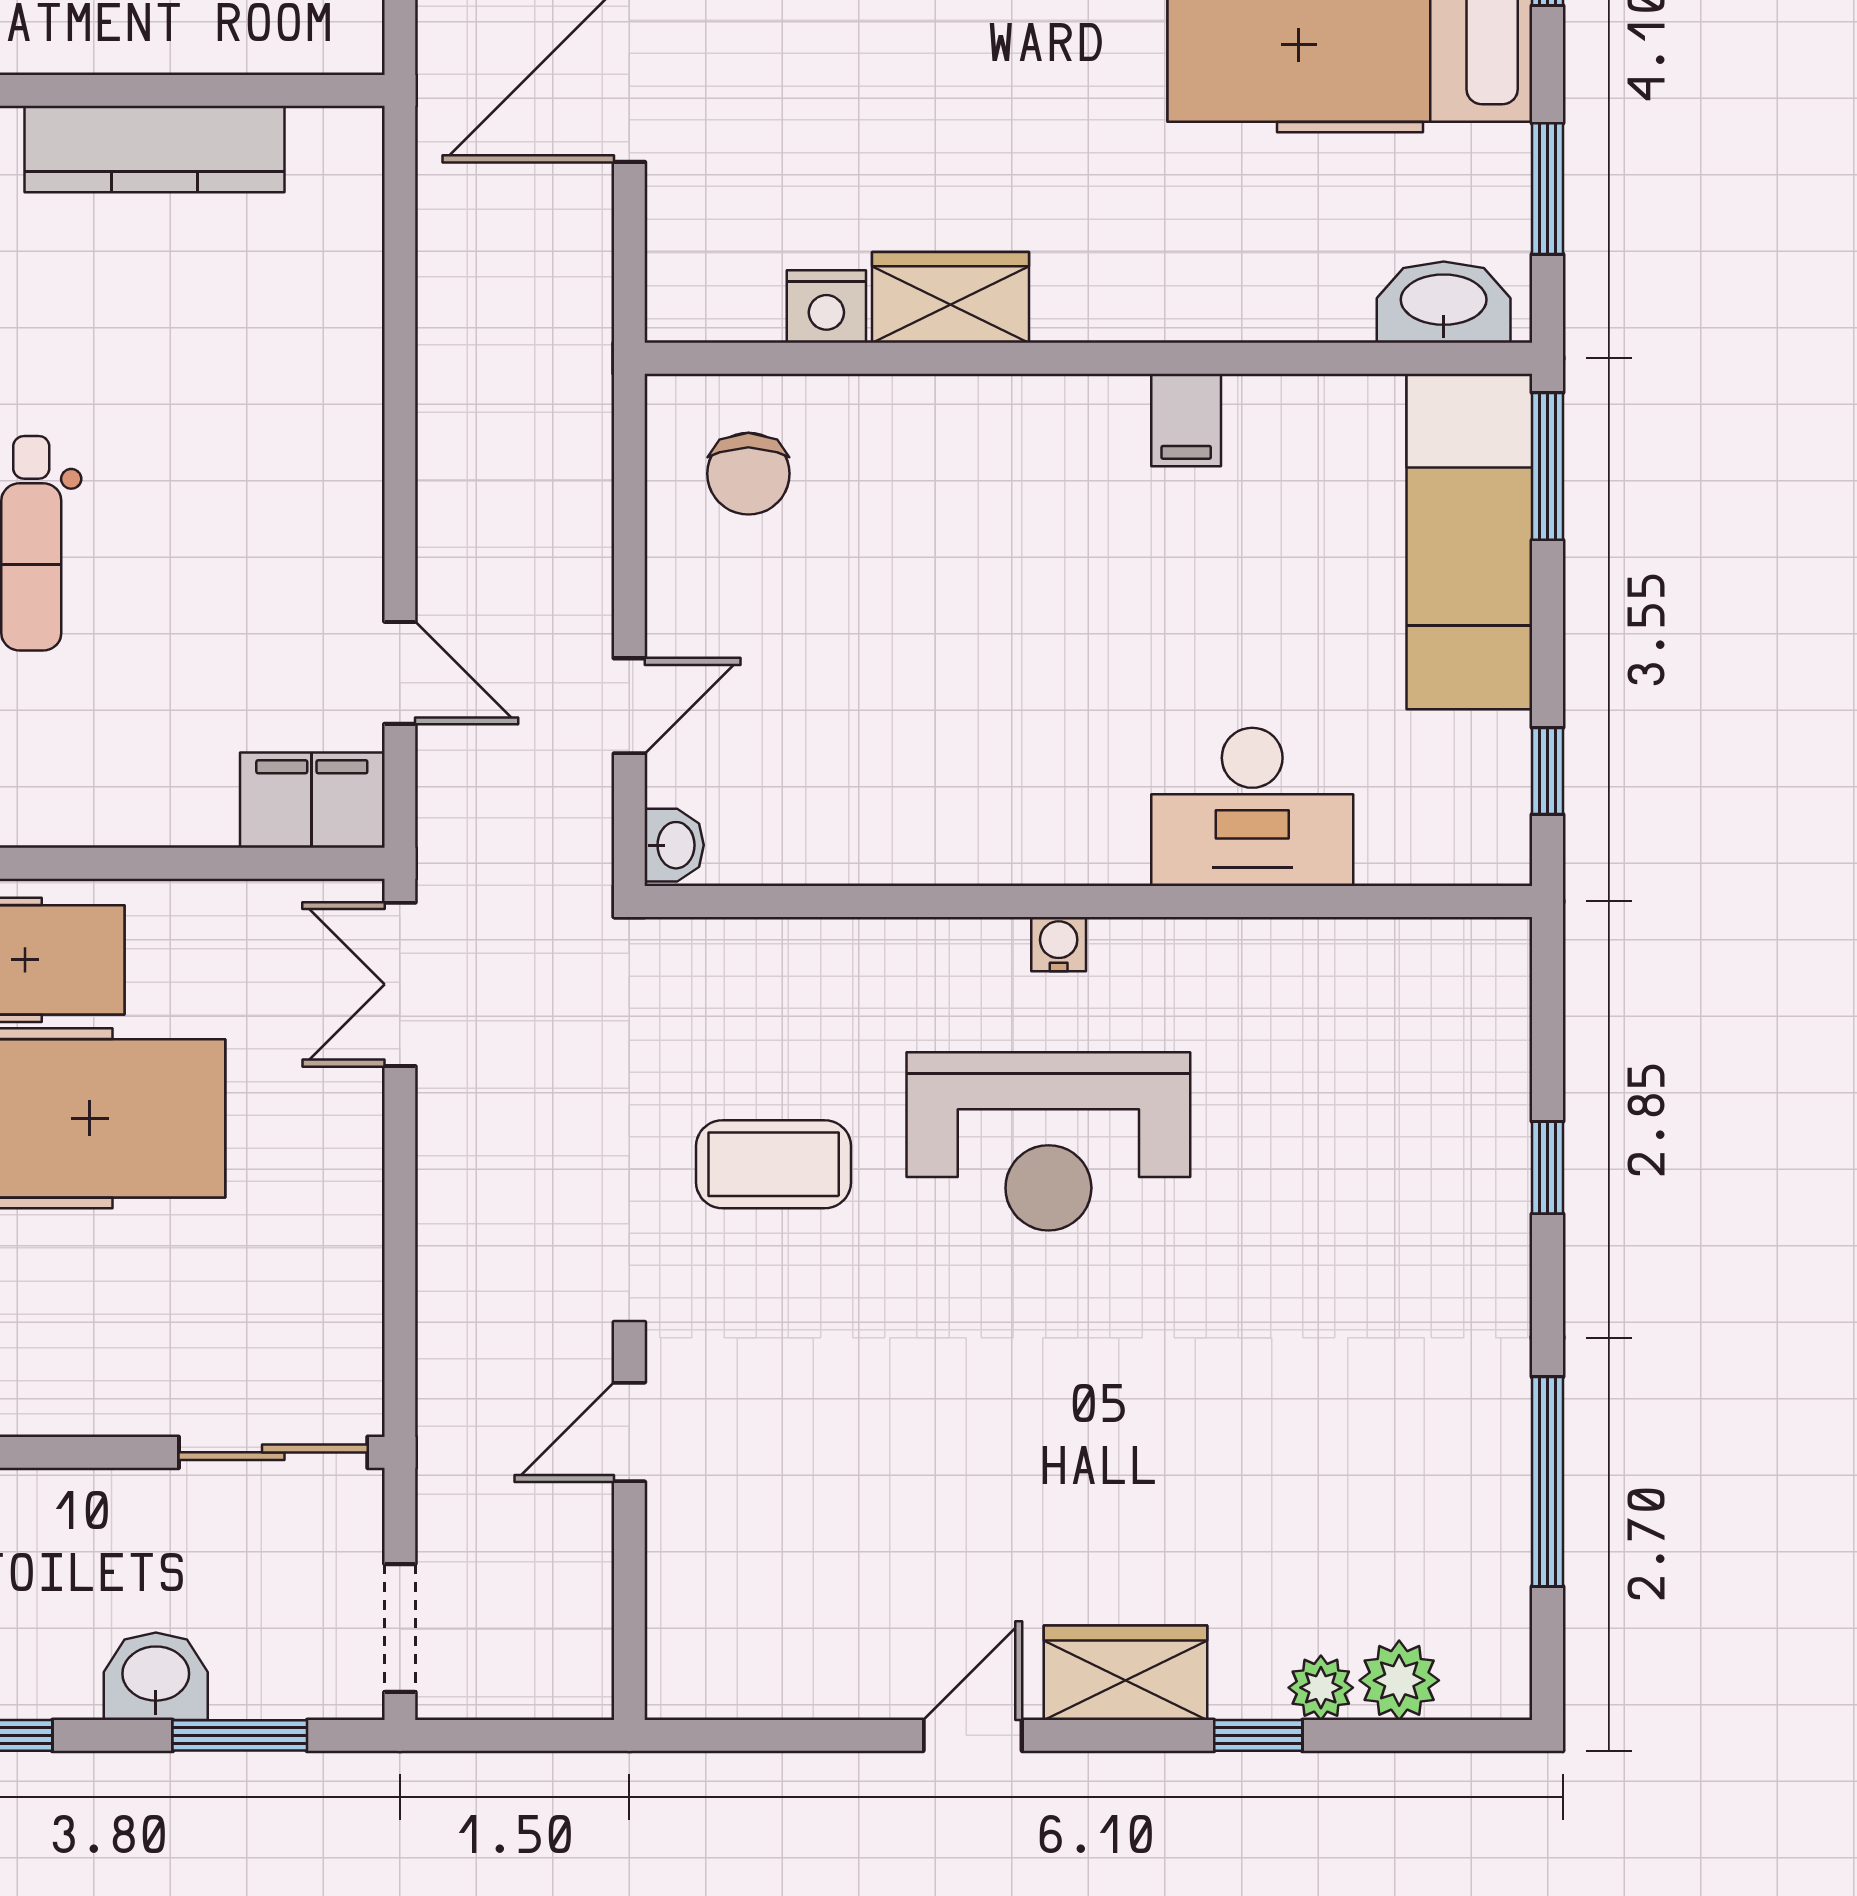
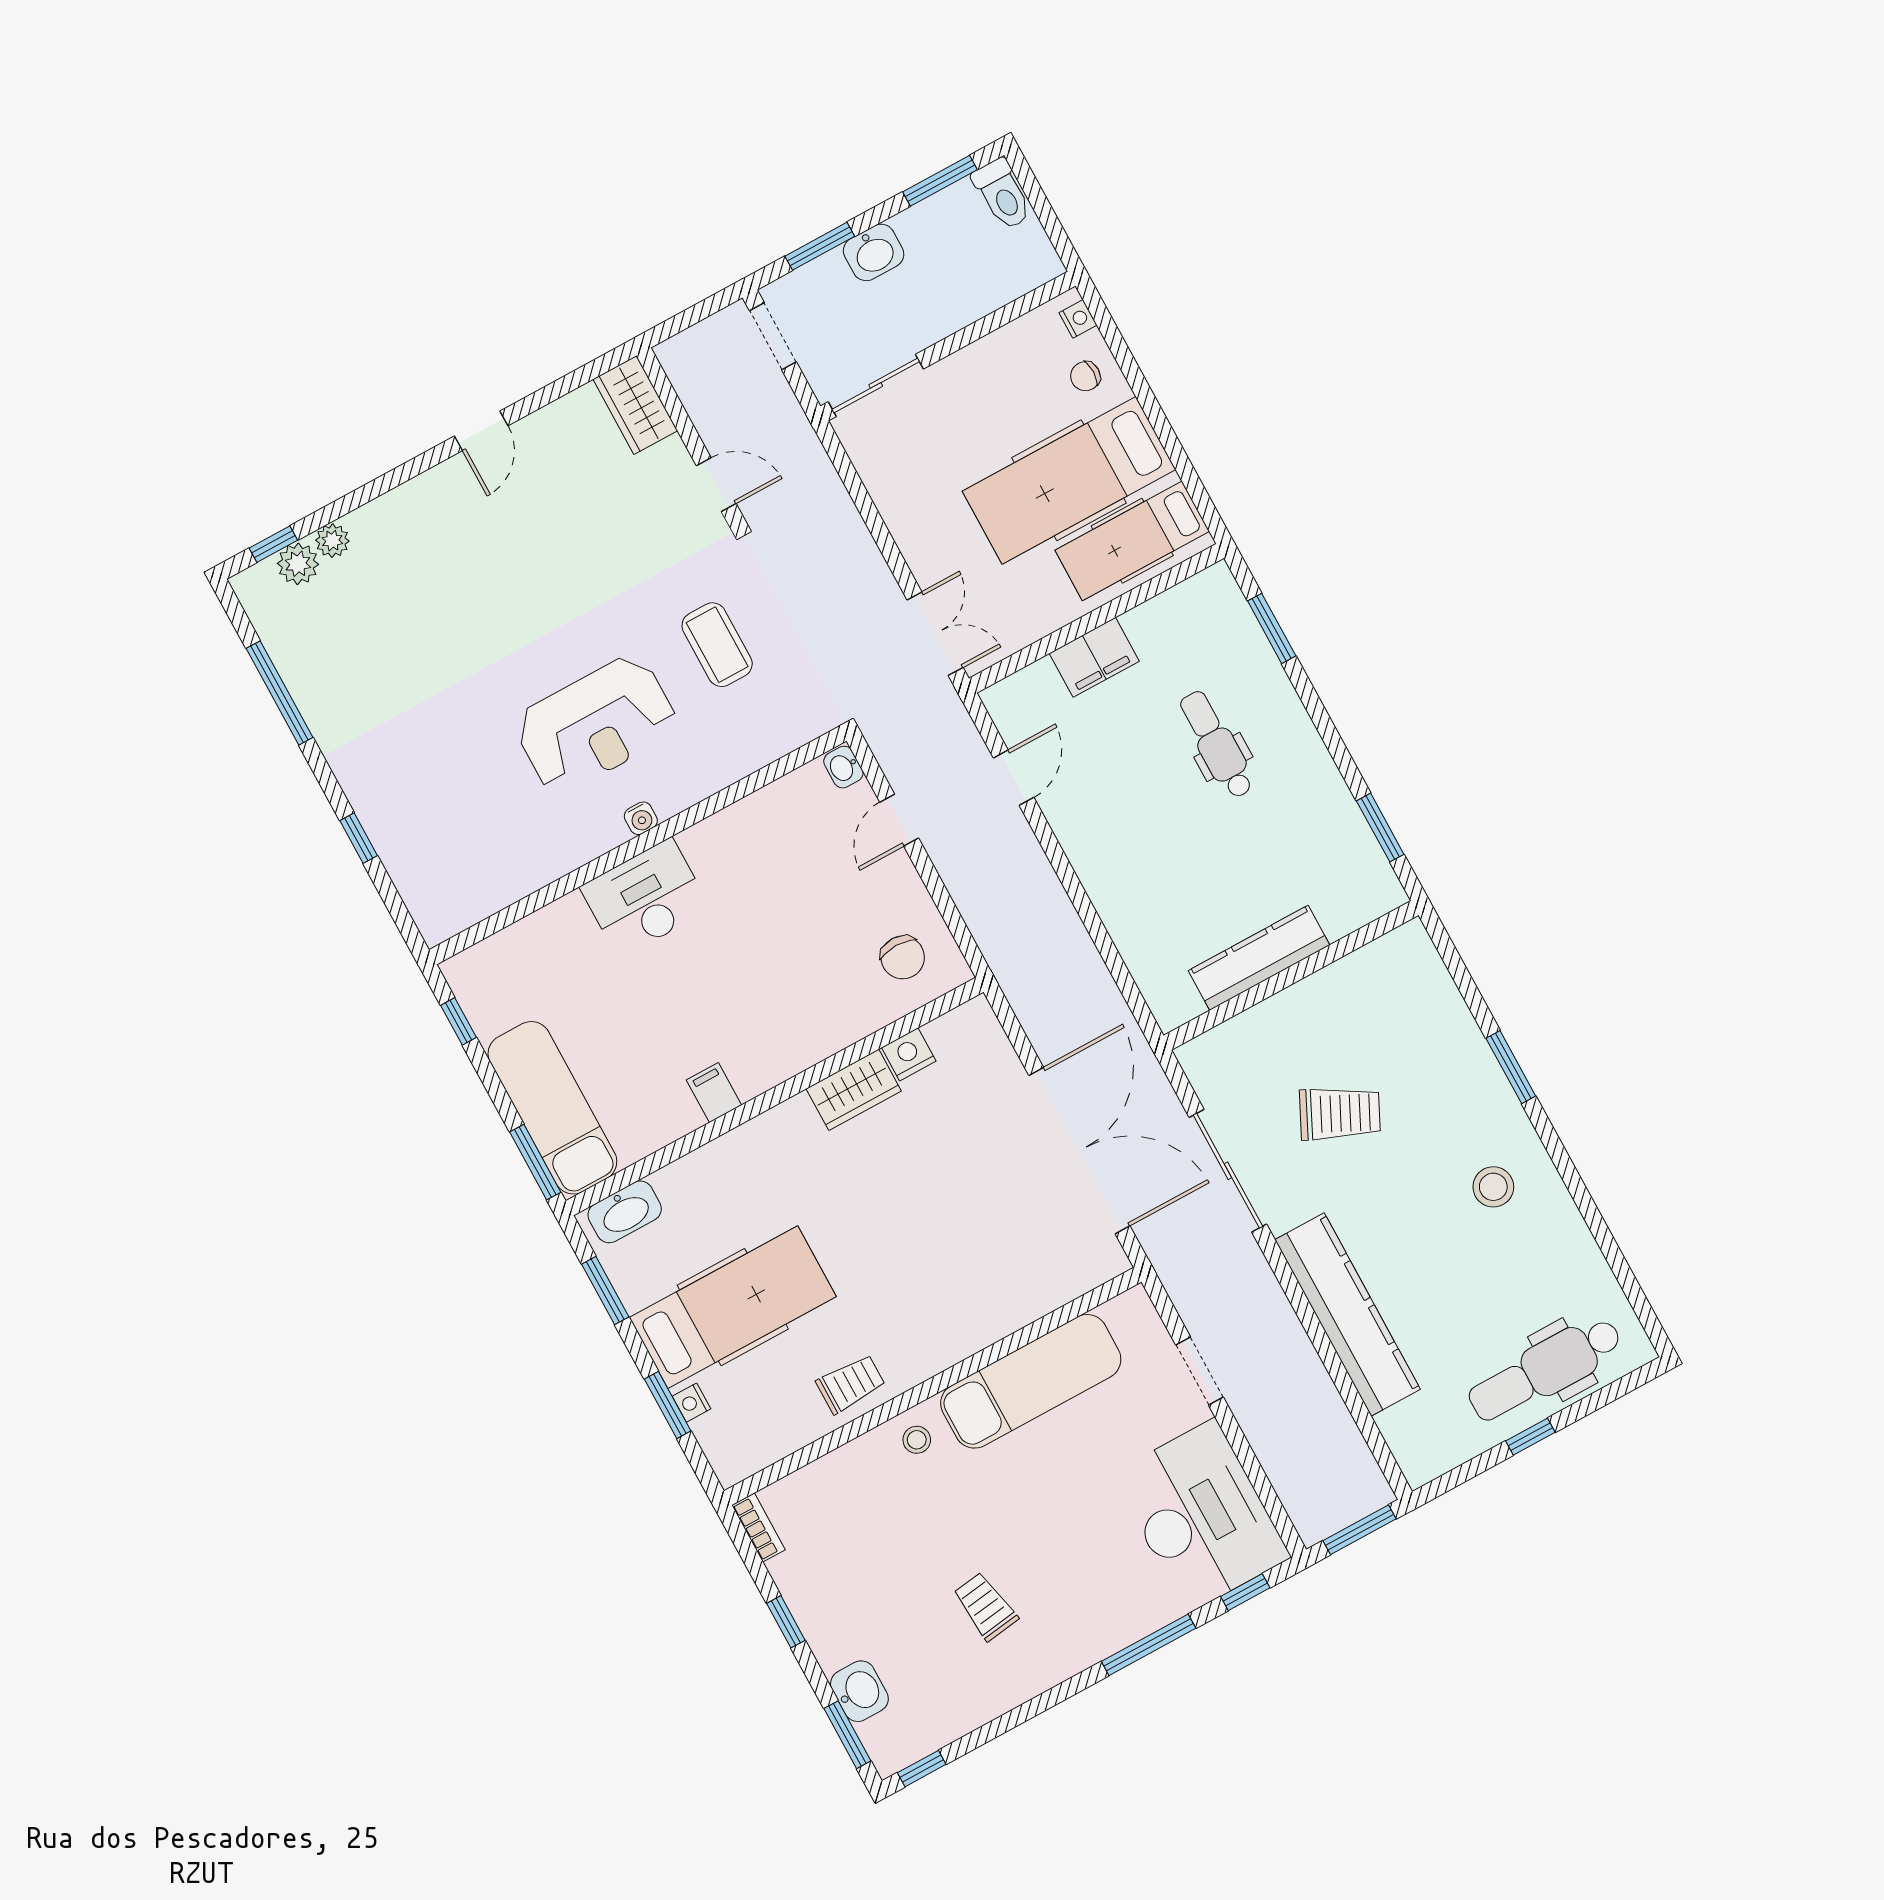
chair: (748, 474) -> (903, 957), turned 180
door: (400, 673) -> (1014, 778), swing flipped
filing cabinet: (312, 800) -> (1094, 657), moved
desk: (1252, 807) -> (645, 898), moved
reception desk: (1048, 1141) -> (596, 724), turned 180
coffee table: (774, 1164) -> (717, 645), turned 90
door: (629, 1432) -> (716, 485), hinge flipped
wardrobe: (1126, 1673) -> (635, 405), moved, turned 90
window: (1258, 1735) -> (273, 544), moved

